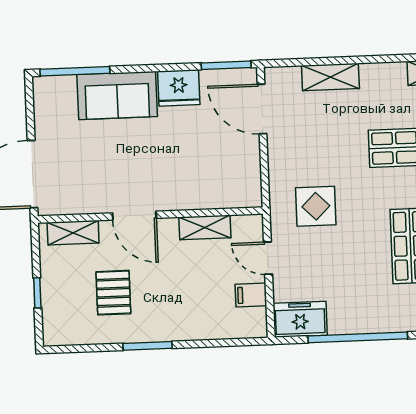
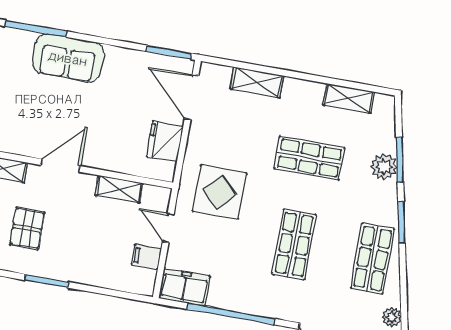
fridge: (179, 88) -> (165, 141), moved, turned 90
display table: (316, 206) -> (220, 192), width x1.36, depth x1.36
door: (134, 216) -> (60, 165), swing flipped

